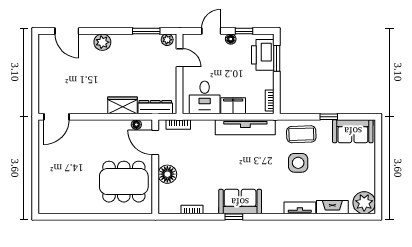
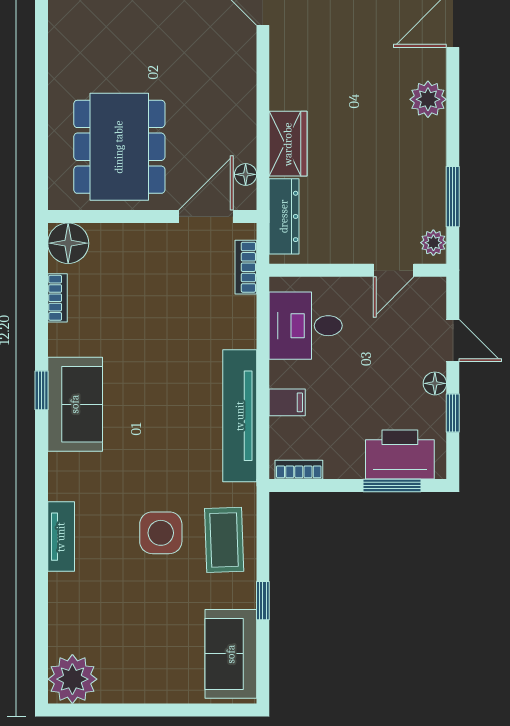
filing cabinet: (233, 106) -> (287, 402), width x0.50
floor lamp: (167, 174) -> (68, 243), moved
fireplace: (332, 207) -> (63, 609), removed

